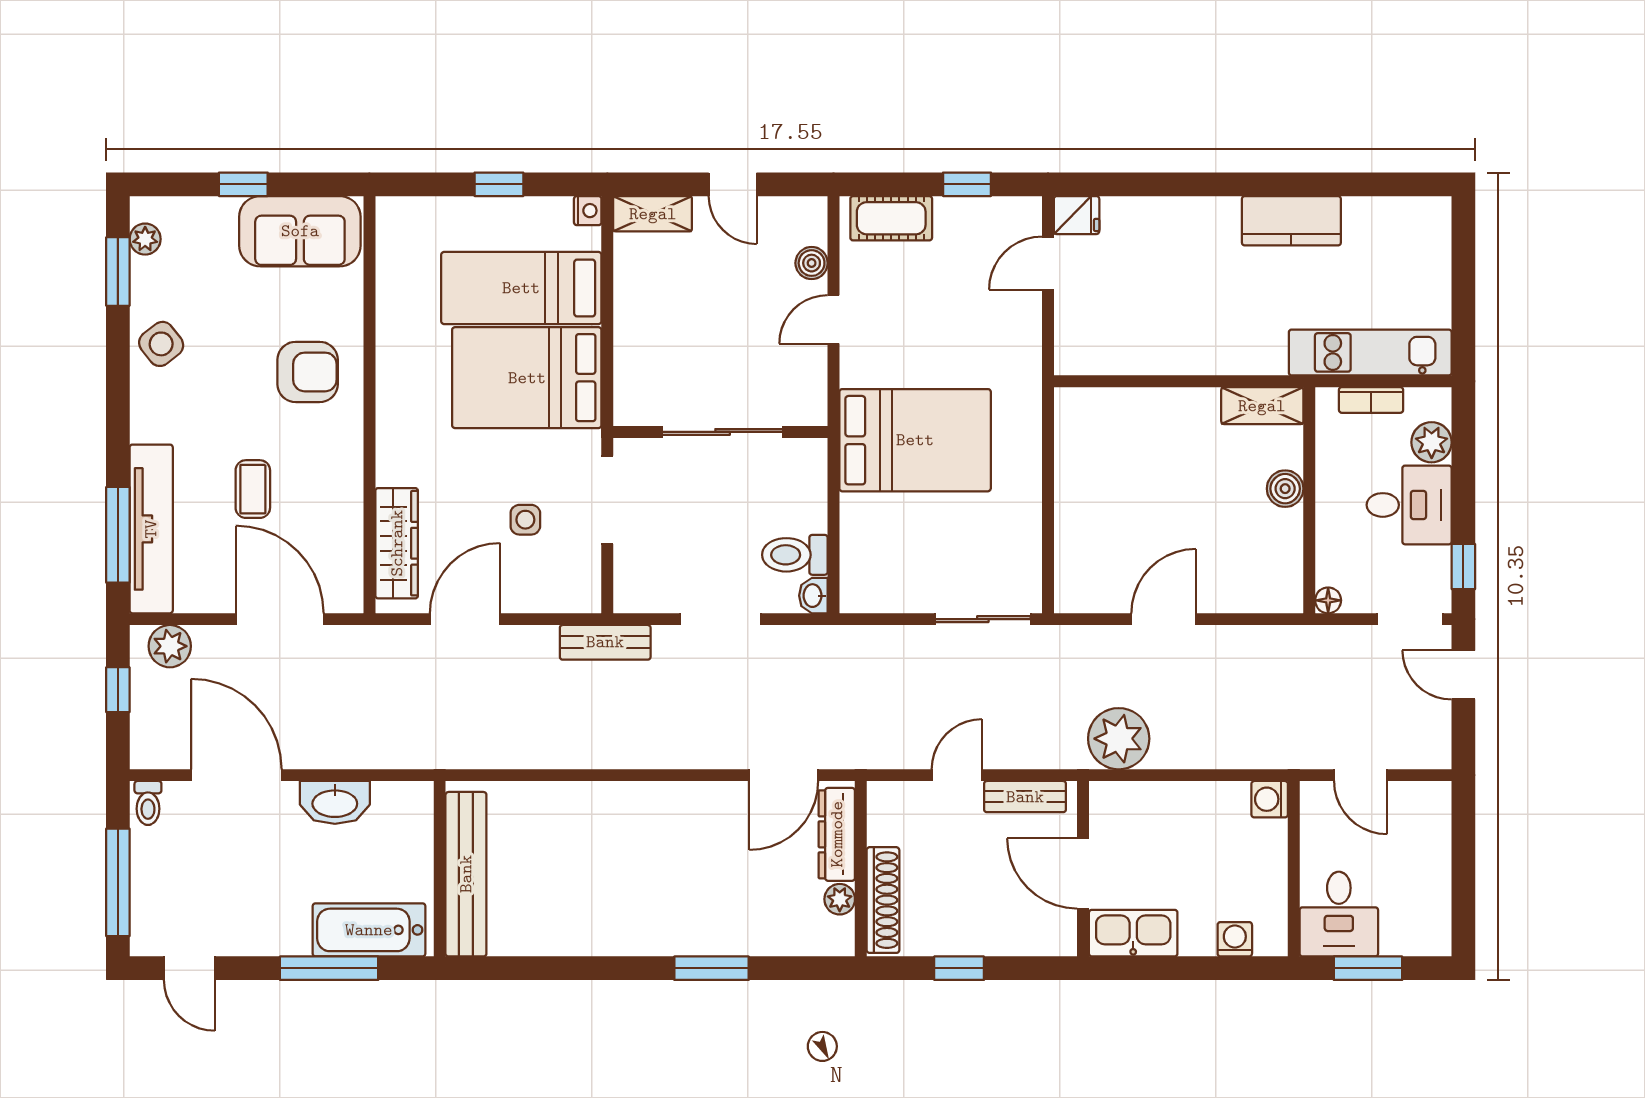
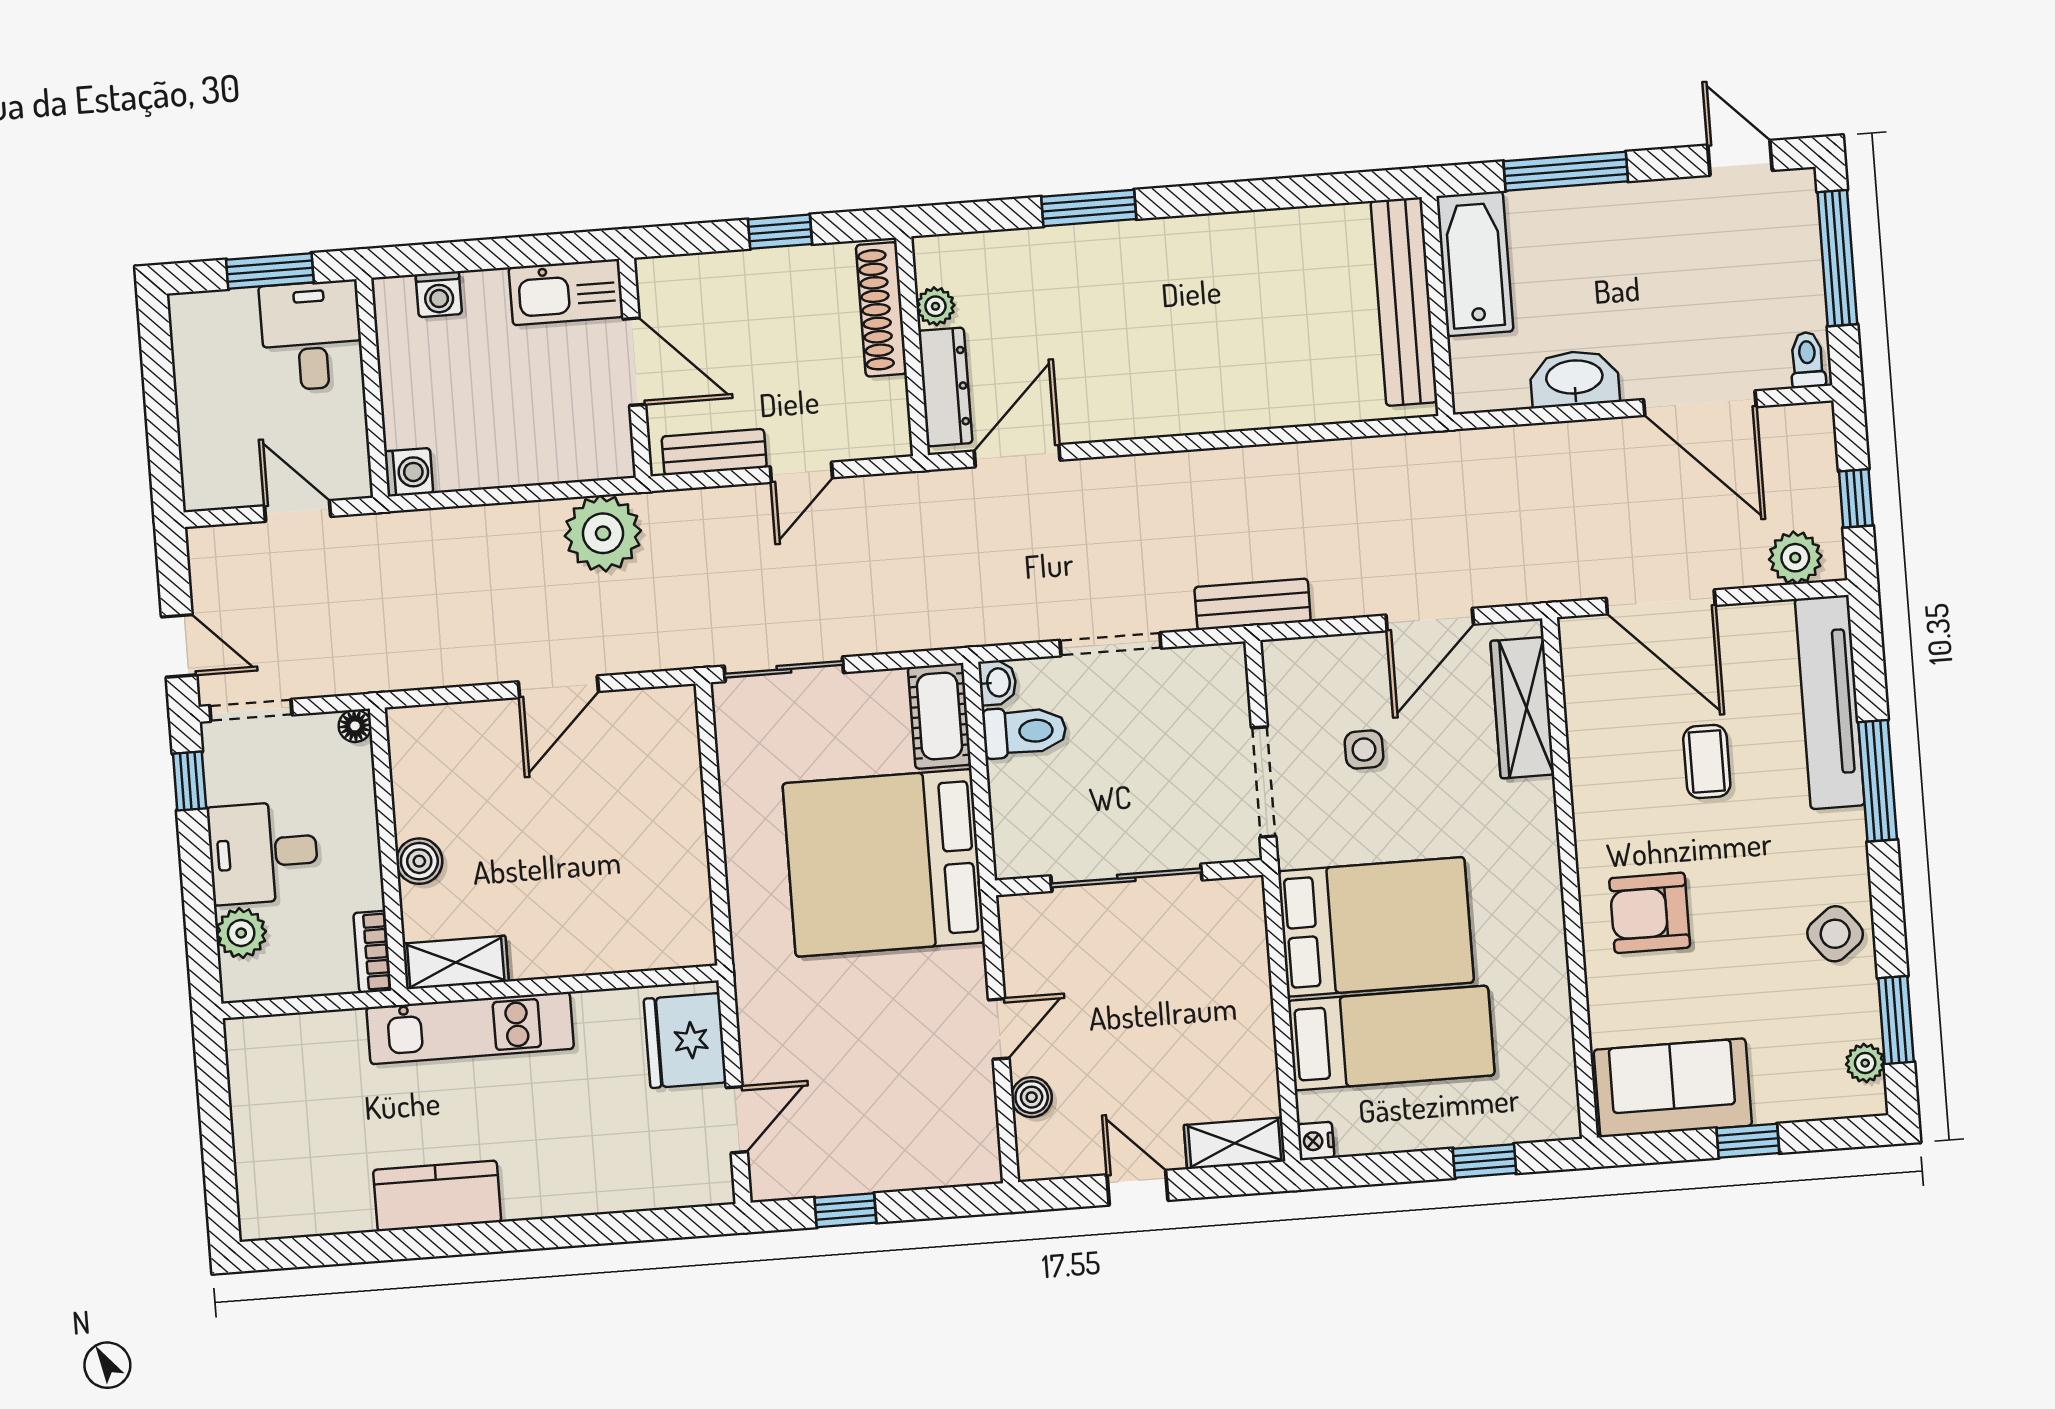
window: (499, 184) -> (1485, 1161), moved
fridge: (1077, 215) -> (685, 1041), moved, width x1.88, depth x1.34
cot: (891, 218) -> (940, 716), moved, turned 90
kitchen unit: (1370, 352) -> (470, 1028), moved
bookcase: (1371, 400) -> (372, 952), moved, turned -90
bed: (915, 440) -> (884, 863), width x1.36
window: (118, 535) -> (1878, 781), moved
bathtub: (369, 930) -> (1475, 264), moved, turned -90

